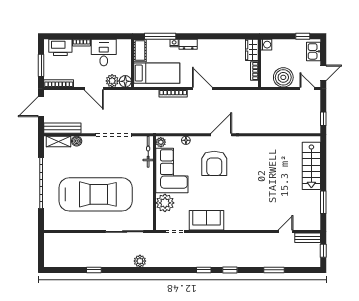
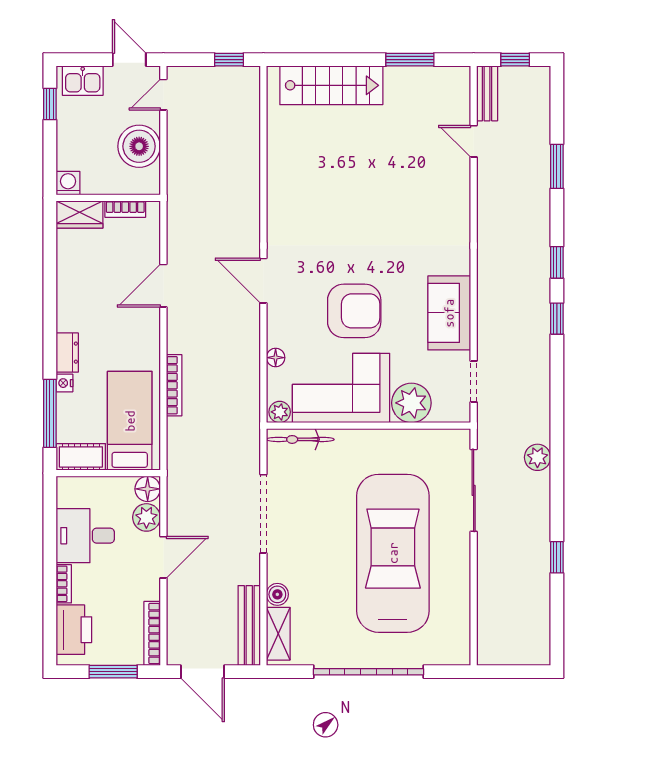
door: (202, 89) -> (163, 286), moved
armchair: (214, 163) -> (354, 311), moved

